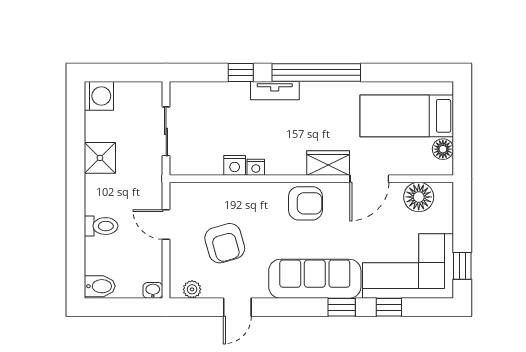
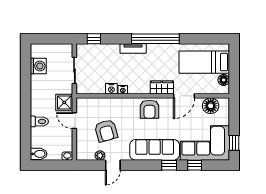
window: (241, 73) -> (94, 39), moved
washing machine: (99, 96) -> (38, 66), moved
shower: (100, 158) -> (64, 102), moved
armchair: (305, 203) -> (150, 109), turned 90
plant: (192, 289) -> (100, 156), moved

